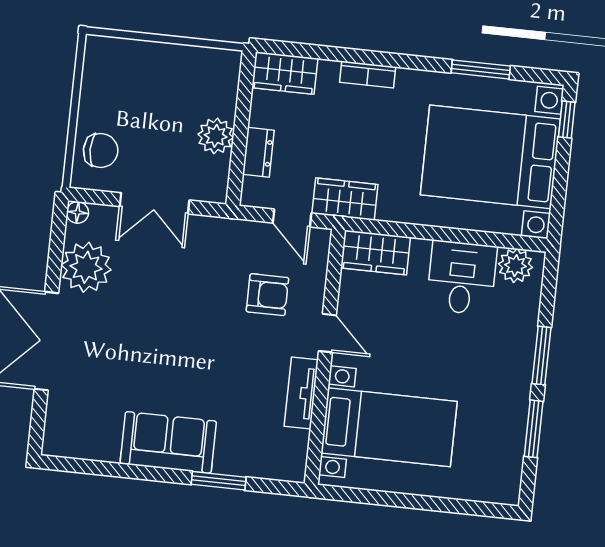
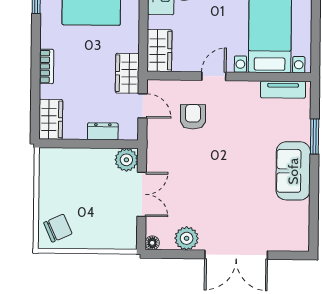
plant: (216, 136) -> (126, 160), moved
chair: (101, 151) -> (58, 228), moved, turned 66
door: (292, 218) -> (143, 106), hinge flipped
plant: (86, 267) -> (187, 238), width x0.73, depth x0.73
tv unit: (301, 393) -> (283, 90), moved

